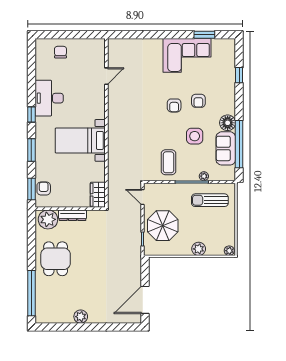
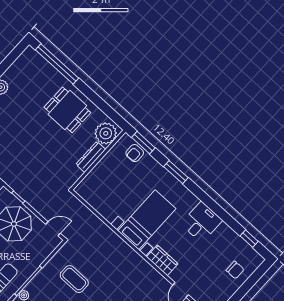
desk: (49, 98) -> (201, 222), width x0.73
window: (31, 115) -> (249, 239), moved
coffee table: (168, 162) -> (74, 279), moved
armchair: (44, 188) -> (135, 153), turned 90
wardrobe: (98, 195) -> (162, 260), moved

